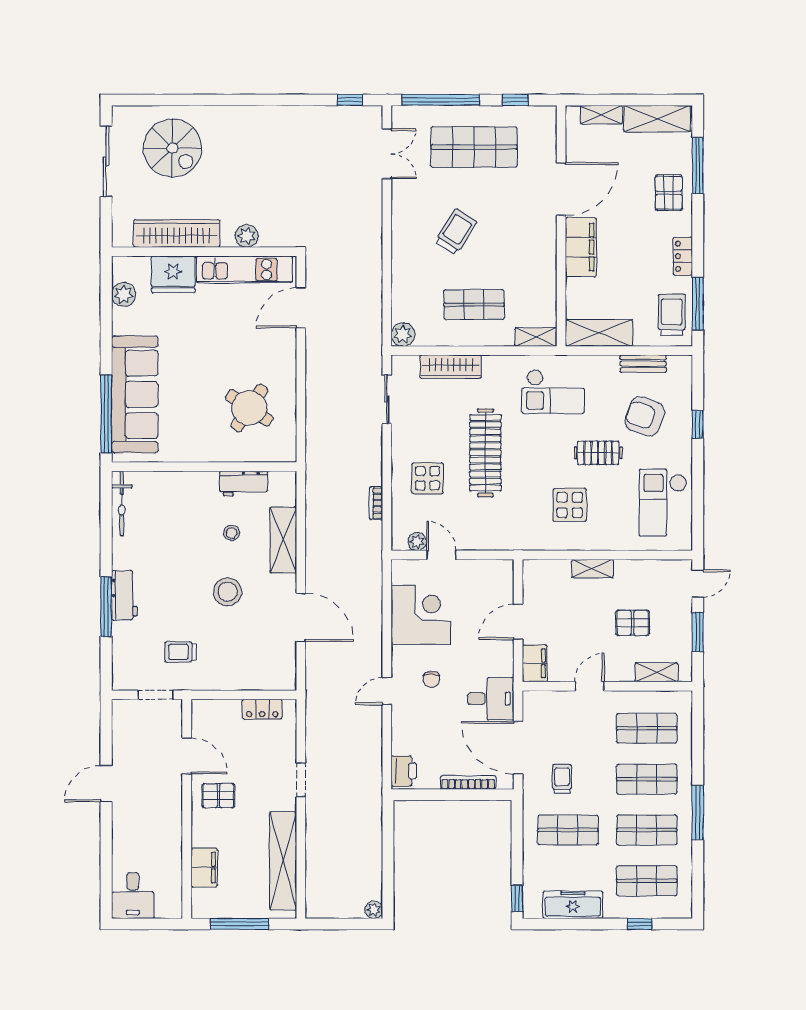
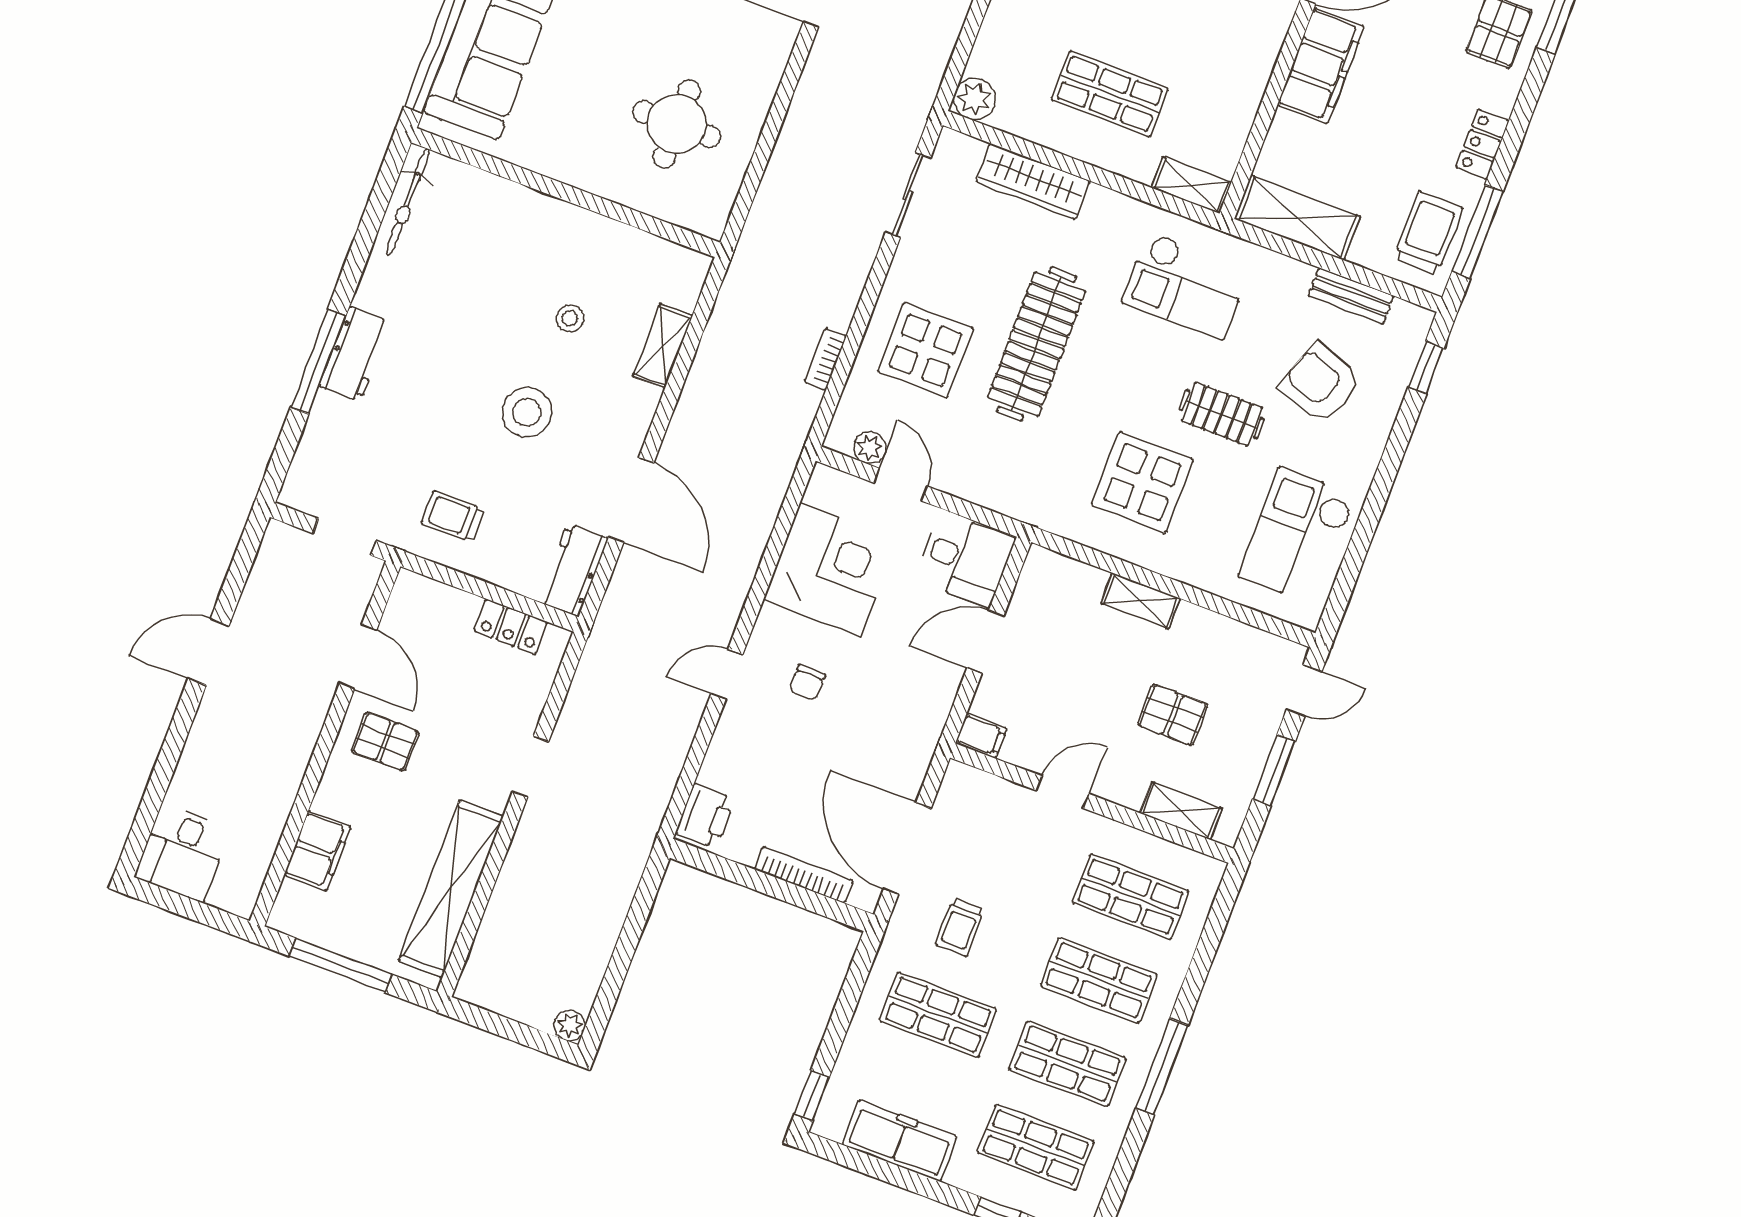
round table: (249, 408) -> (677, 124), turned -34
window: (698, 424) -> (1426, 368), moved
display table: (427, 478) -> (926, 350), width x1.36, depth x1.36
workbench: (244, 484) -> (573, 570), moved, turned 90
display table: (570, 505) -> (1142, 482), width x1.36, depth x1.36
shelving: (283, 540) -> (663, 346), width x0.67, depth x0.75
trolley: (180, 652) -> (453, 516), moved
filing cabinet: (535, 663) -> (981, 736), width x0.50
desk: (491, 699) -> (965, 559), moved
trolley: (562, 779) -> (960, 927), turned 180

